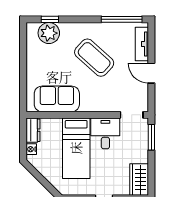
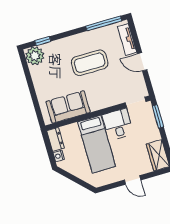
plant: (49, 33) -> (35, 56), moved
coffee table: (94, 58) -> (90, 63), turned -42

